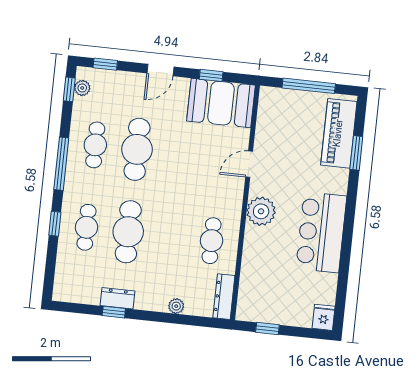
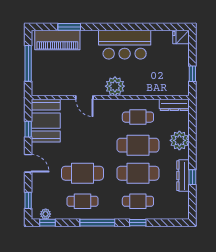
cafe table: (170, 236) -> (138, 145), added
dresser: (118, 298) -> (183, 176), width x1.44
plant: (176, 306) -> (179, 140), width x1.88, depth x1.88

